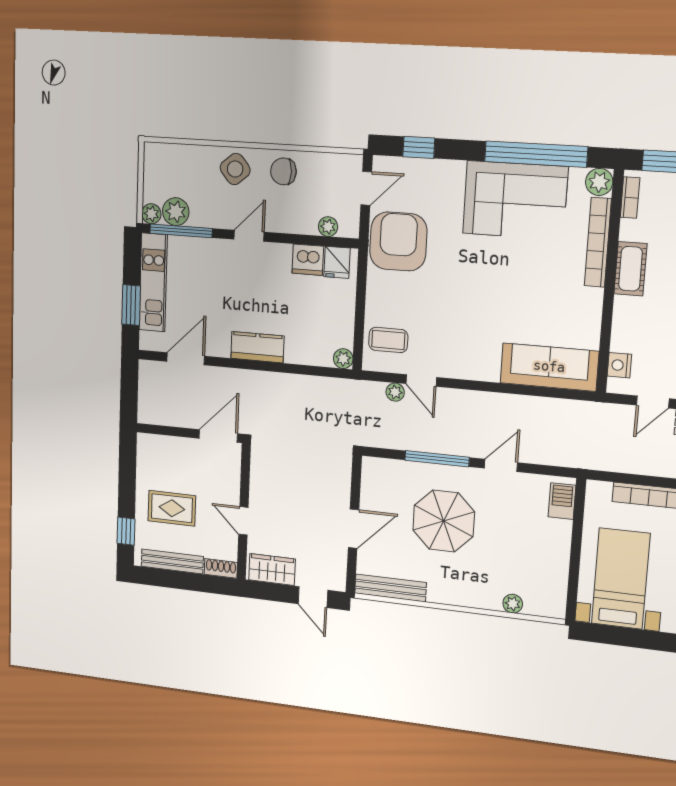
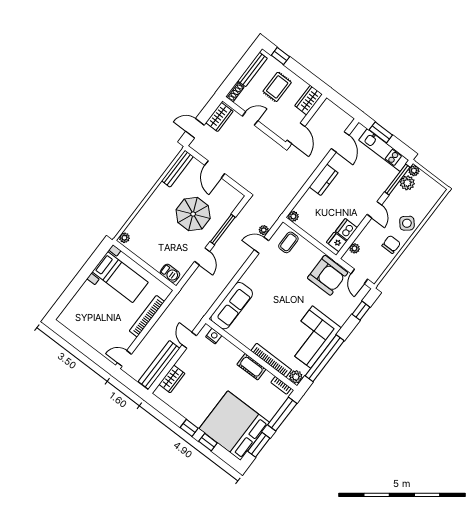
wardrobe: (159, 448) -> (309, 100), added
plant: (513, 604) -> (124, 238), moved

